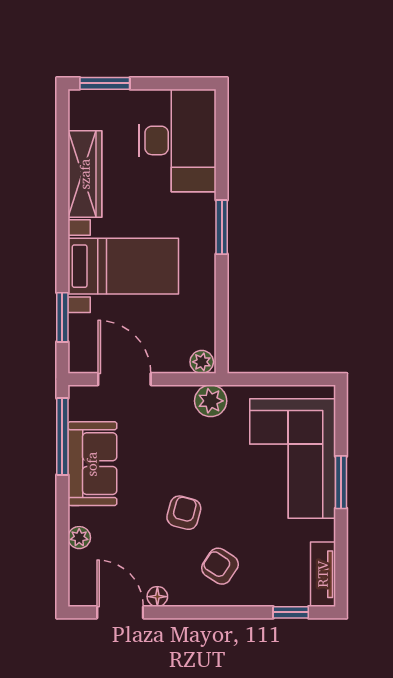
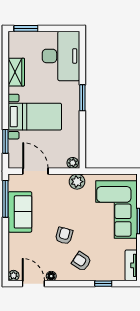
wardrobe: (85, 174) -> (16, 72), width x0.67
plant: (79, 538) -> (14, 276), moved
window: (291, 612) -> (103, 284), moved

